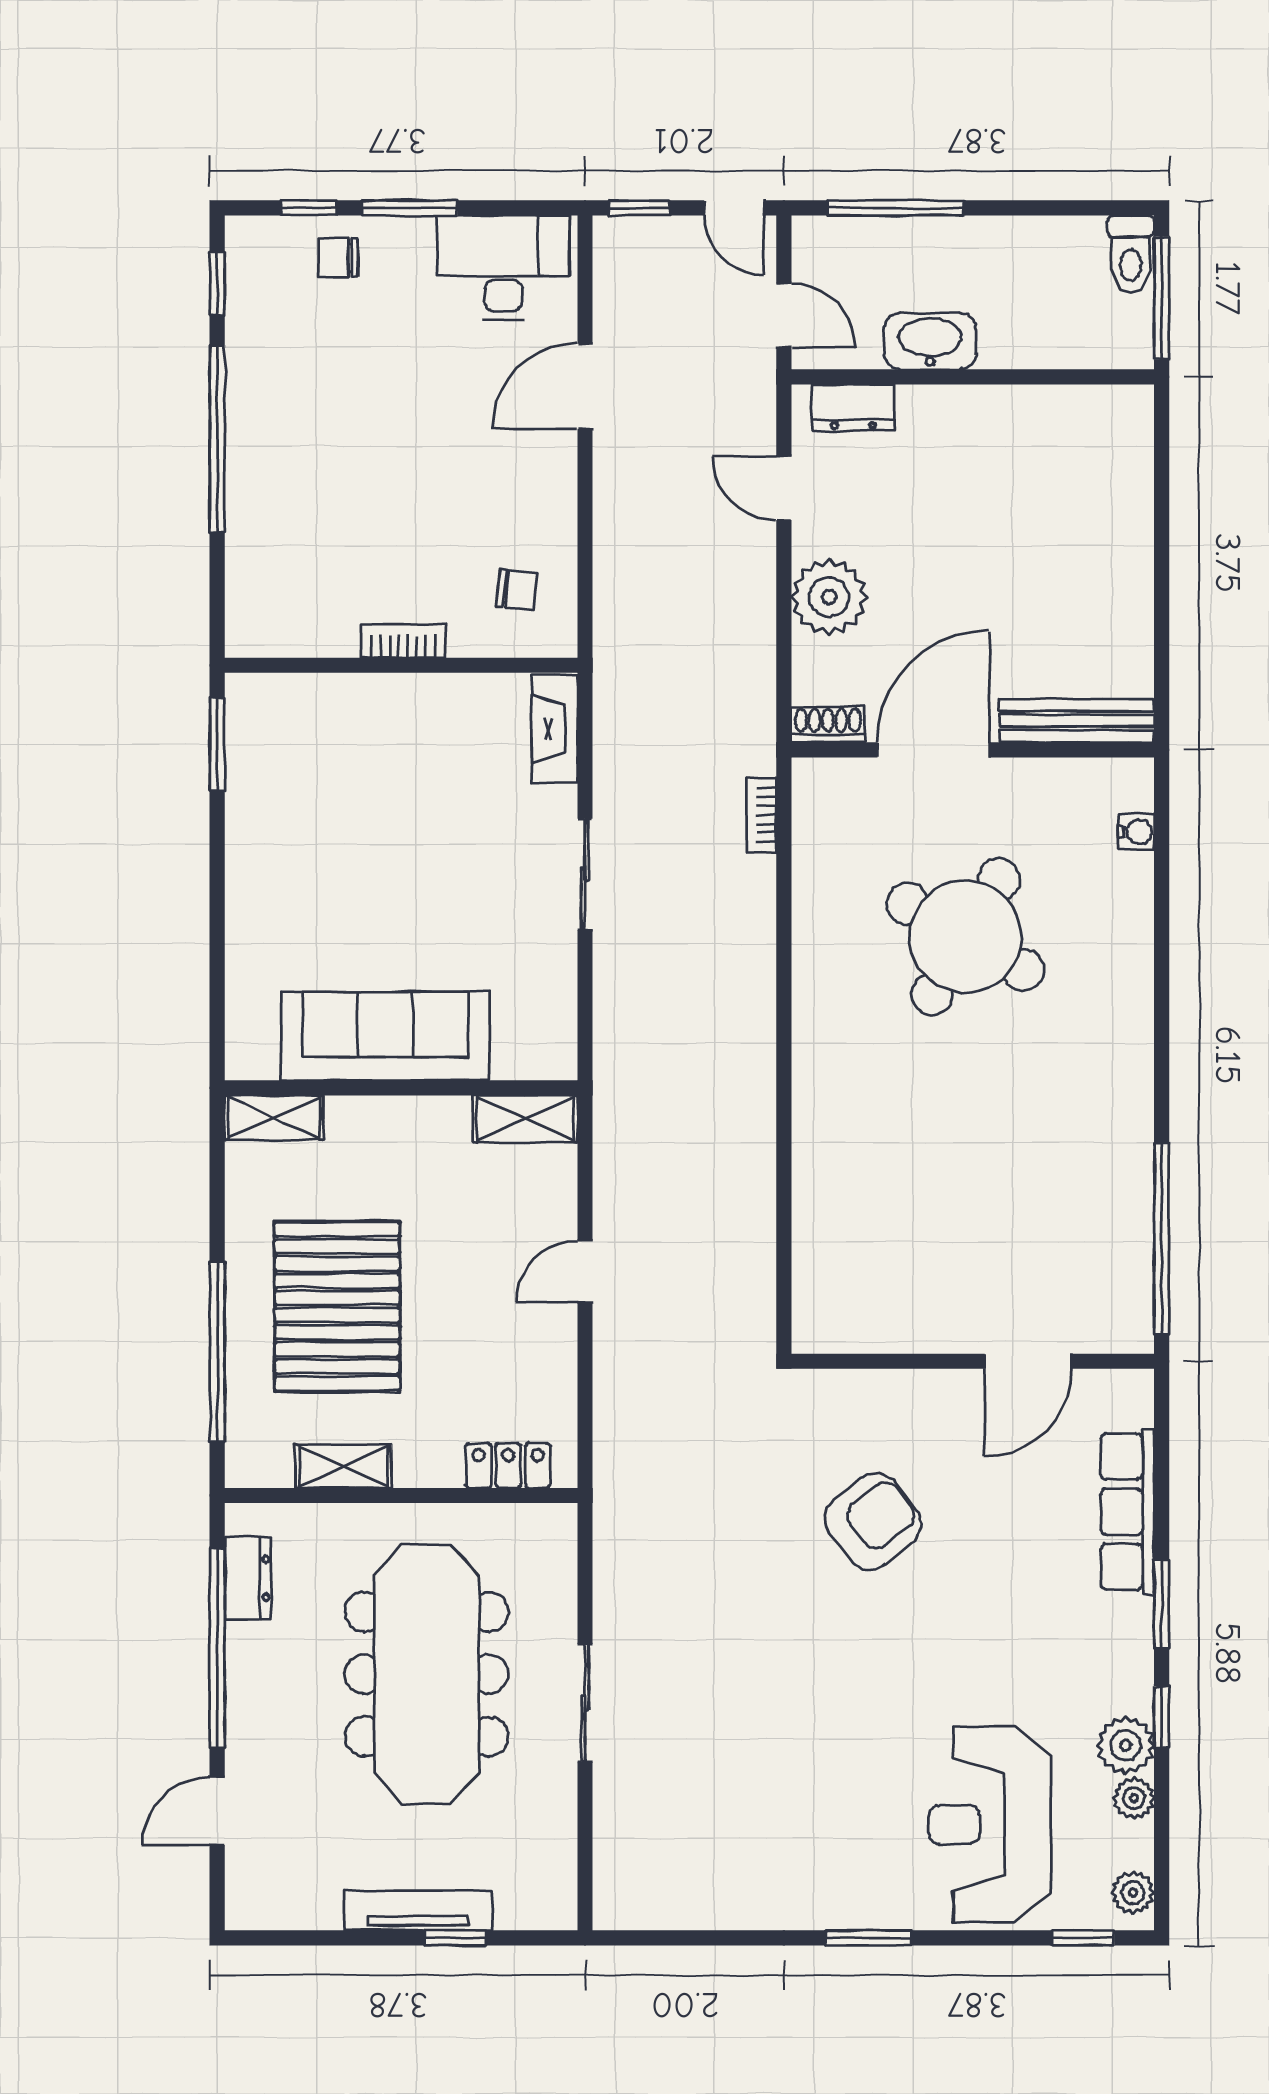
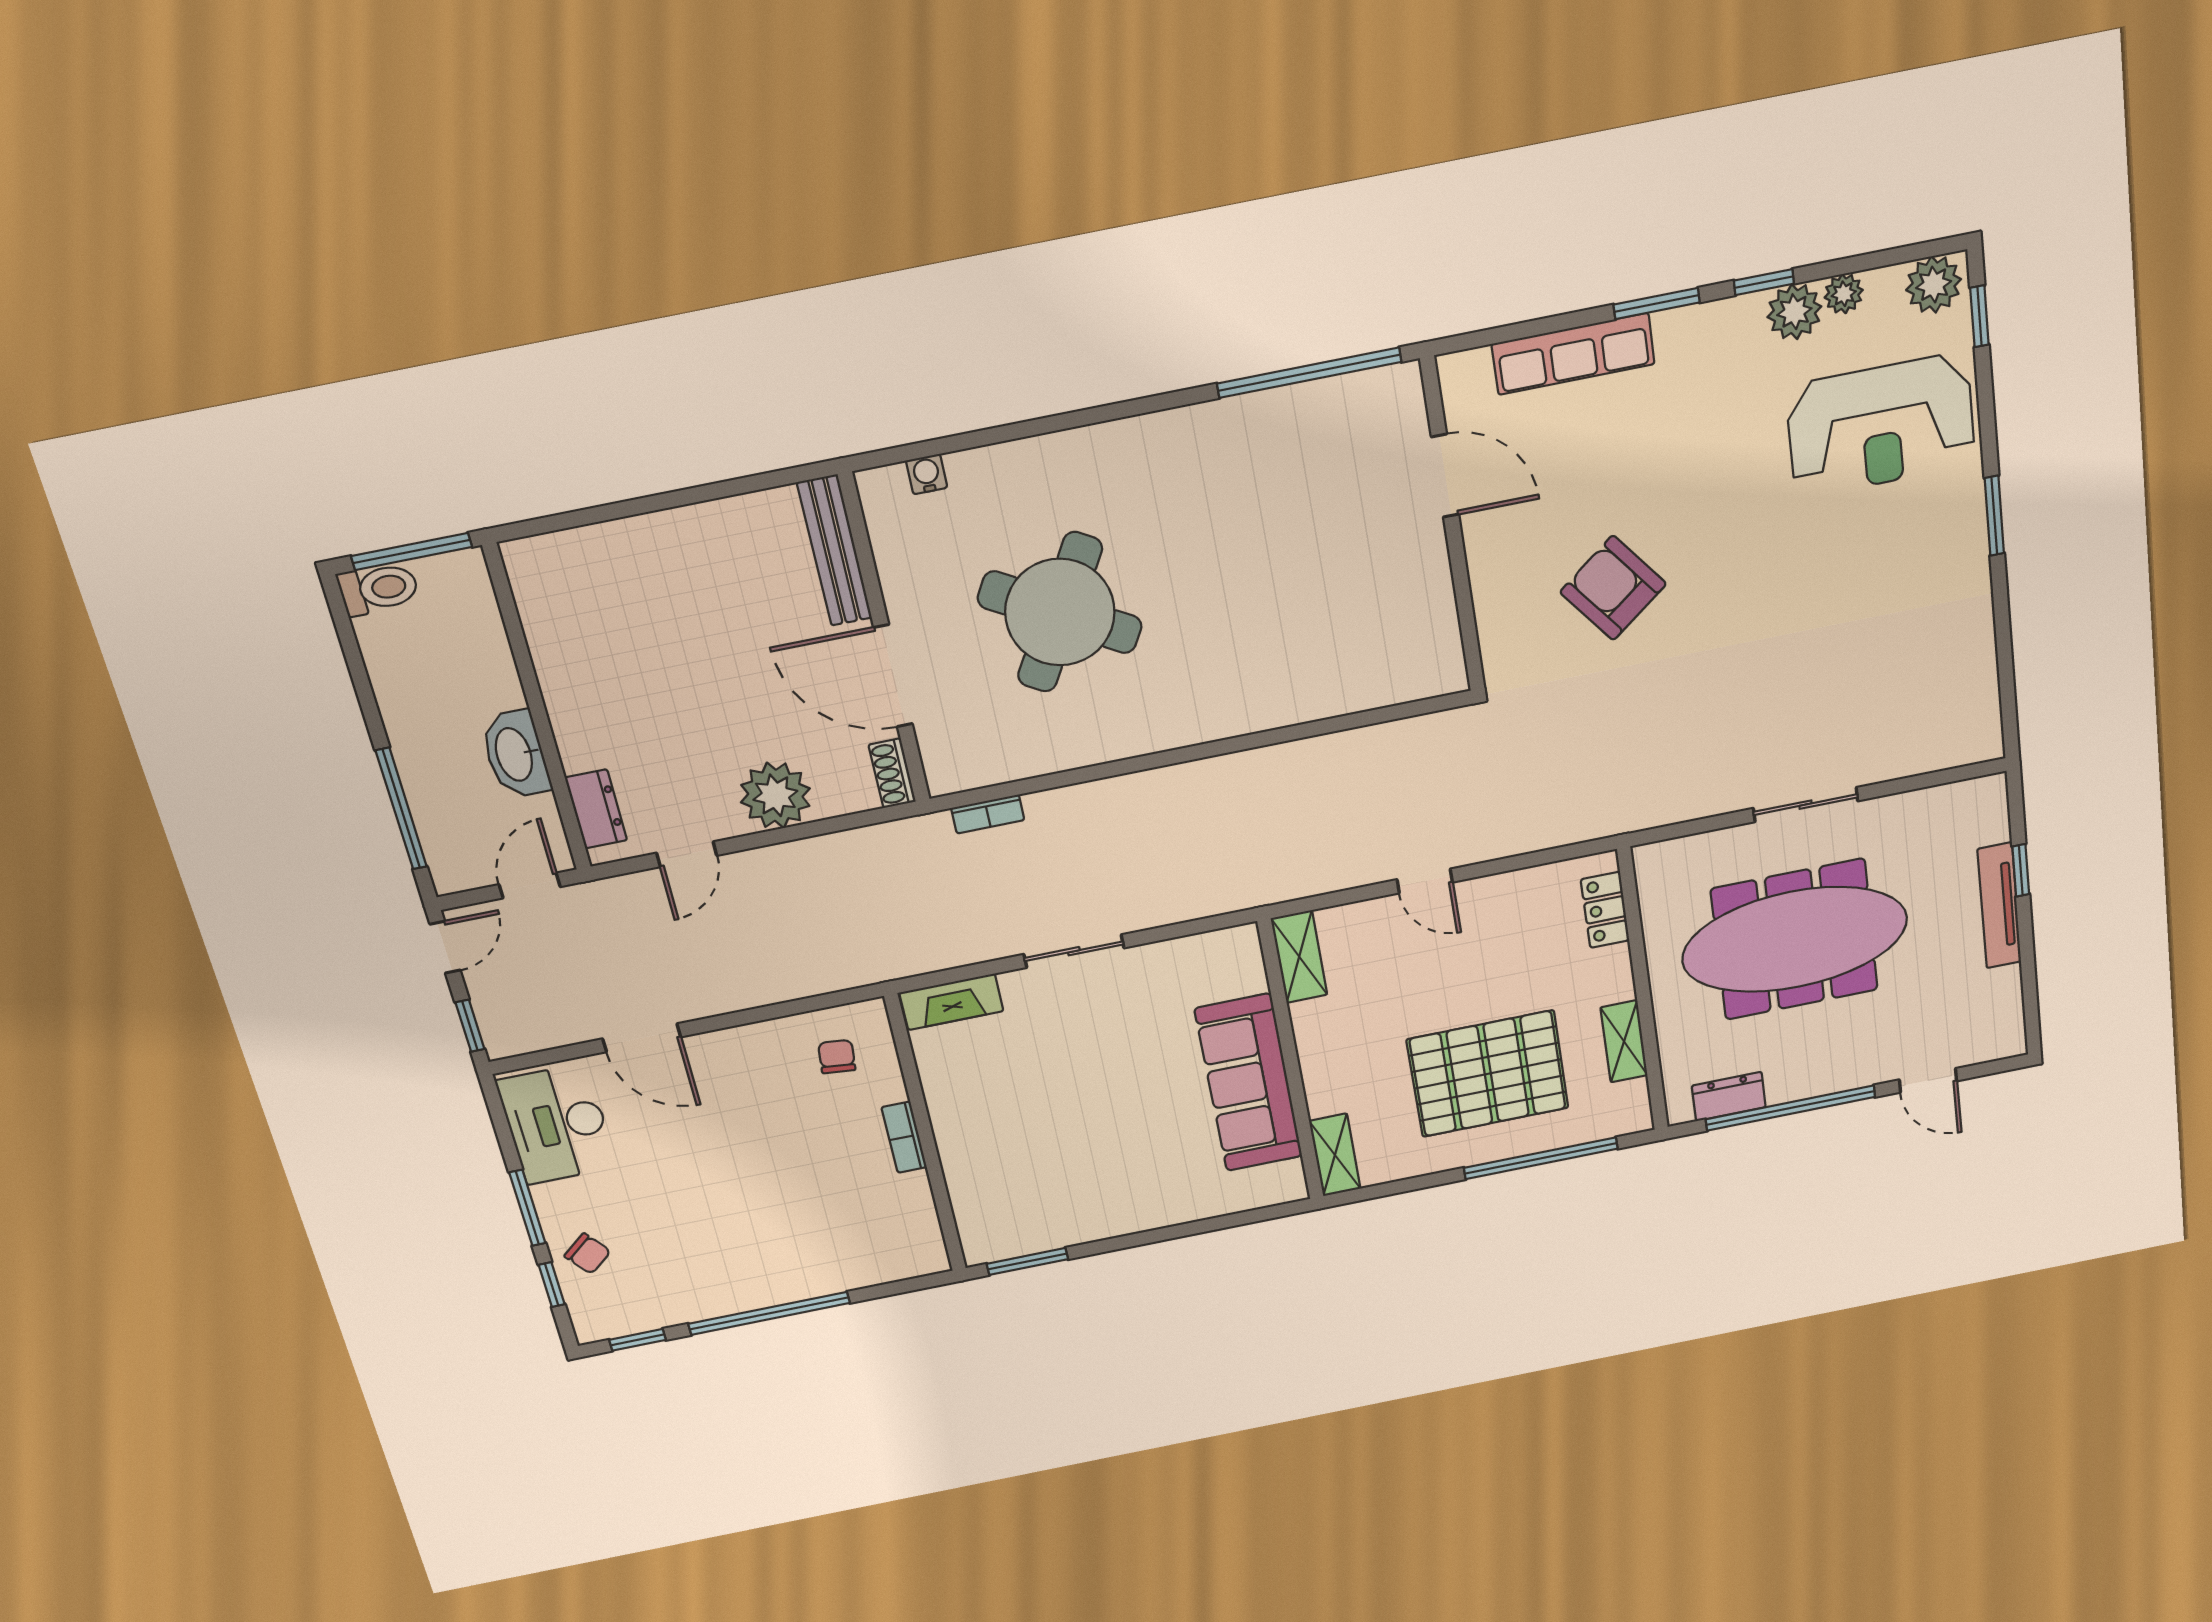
chair: (338, 258) -> (588, 1254), turned -39
plant: (1133, 1893) -> (1934, 285), width x1.38, depth x1.38

